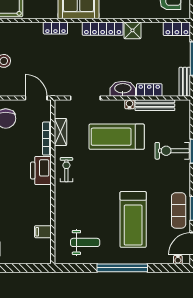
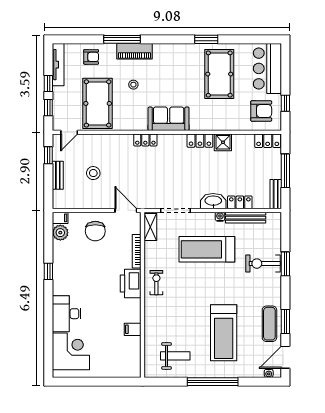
locker: (103, 29) -> (200, 141), width x0.66
shelving: (60, 132) -> (150, 227), moved
filing cabinet: (43, 232) -> (133, 329), moved

